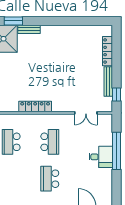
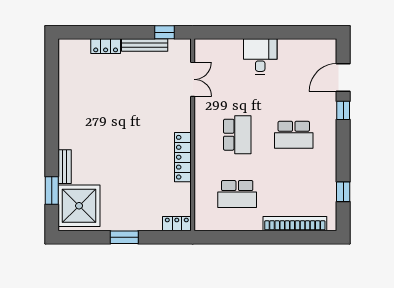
locker: (107, 51) -> (106, 46), width x0.66
school desk: (50, 142) -> (237, 135), turned 90
window: (117, 151) -> (251, 32), removed

